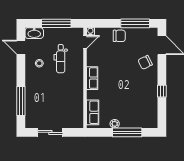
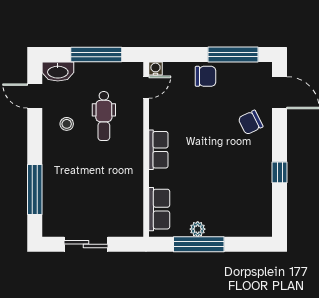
window: (127, 132) -> (199, 244), moved

